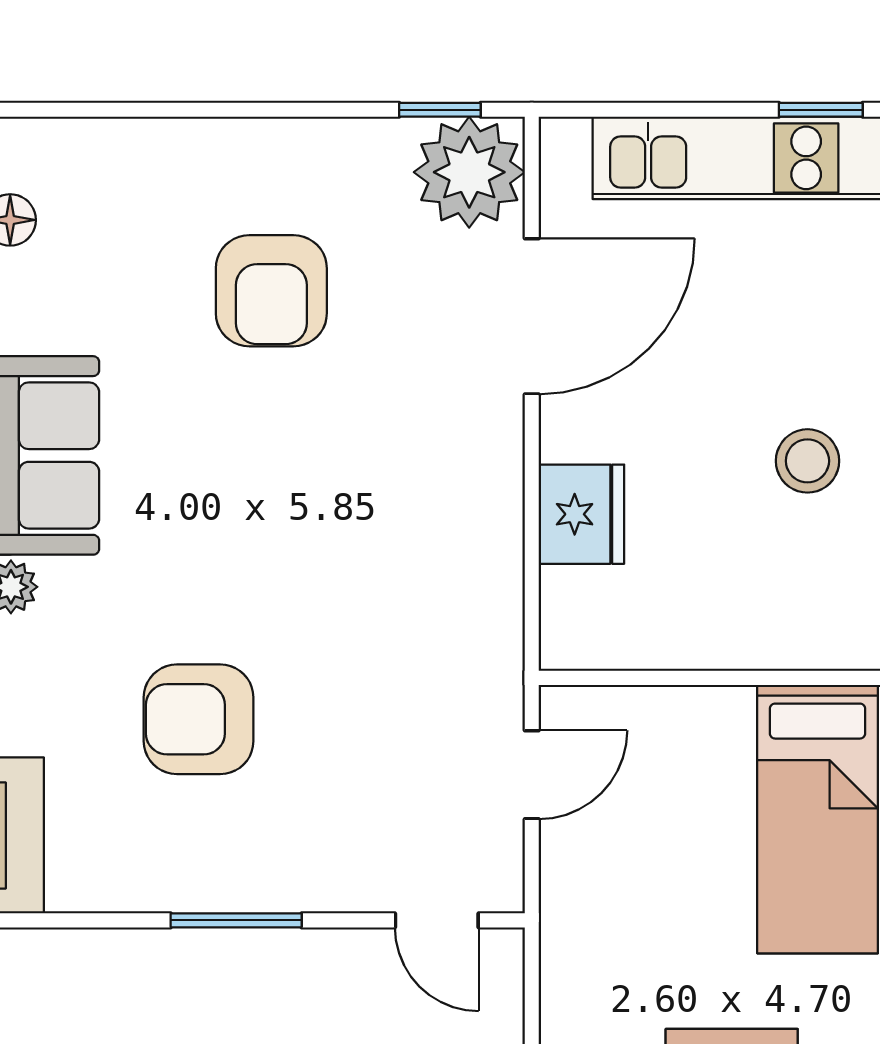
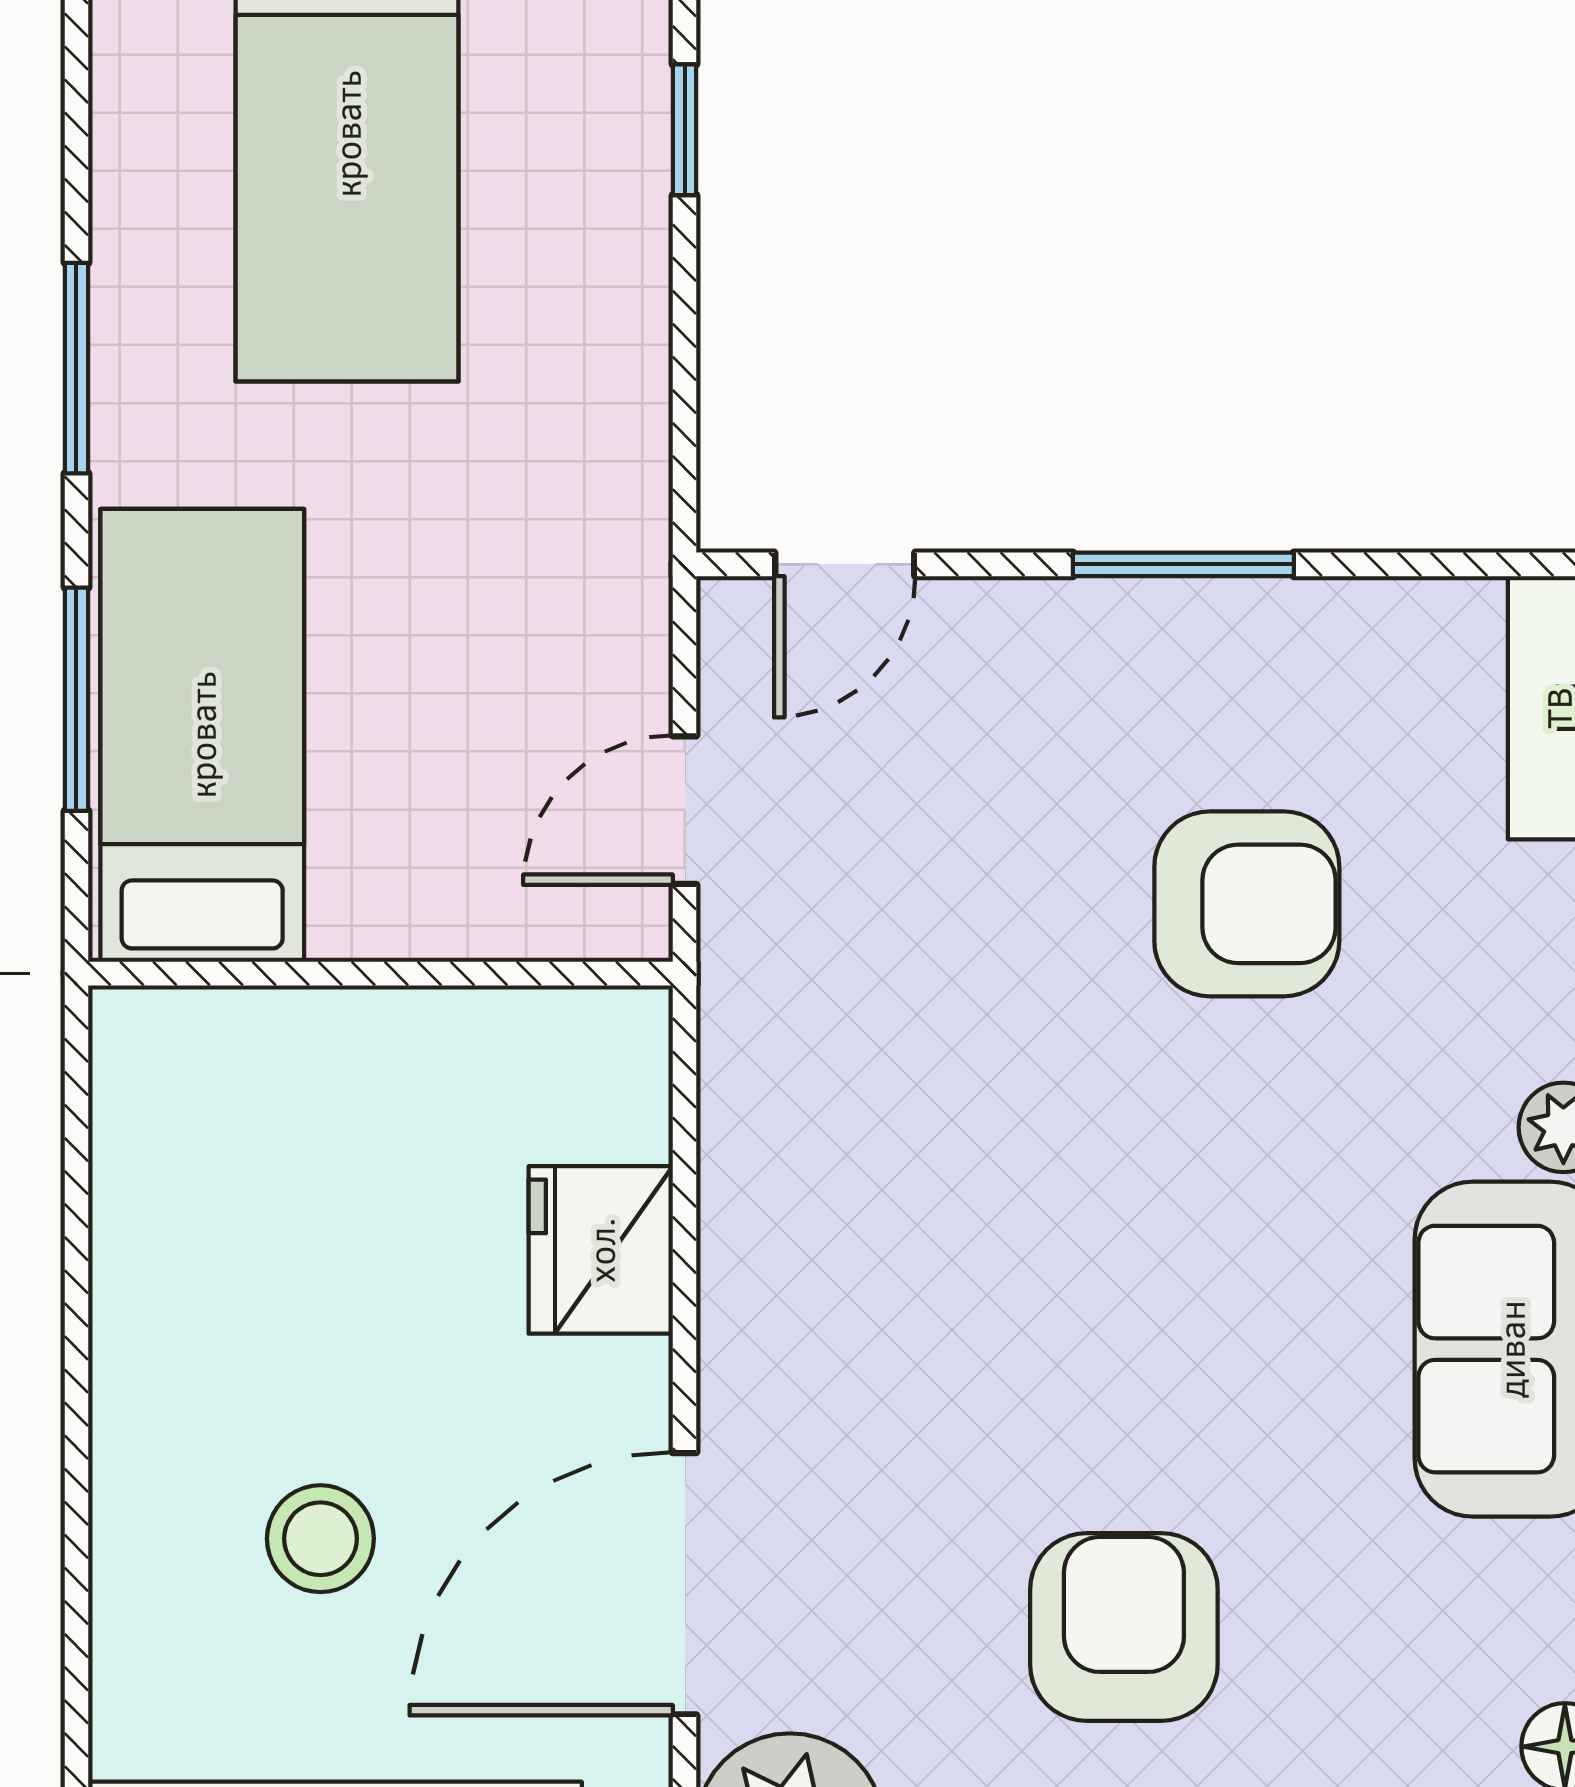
stool: (807, 461) -> (320, 1539), moved
door: (437, 920) -> (845, 564), swing flipped

